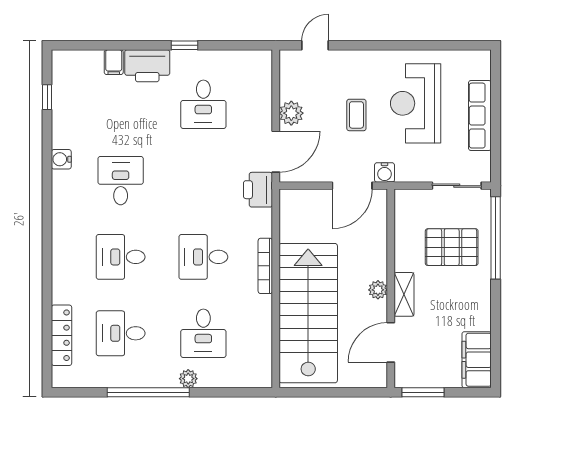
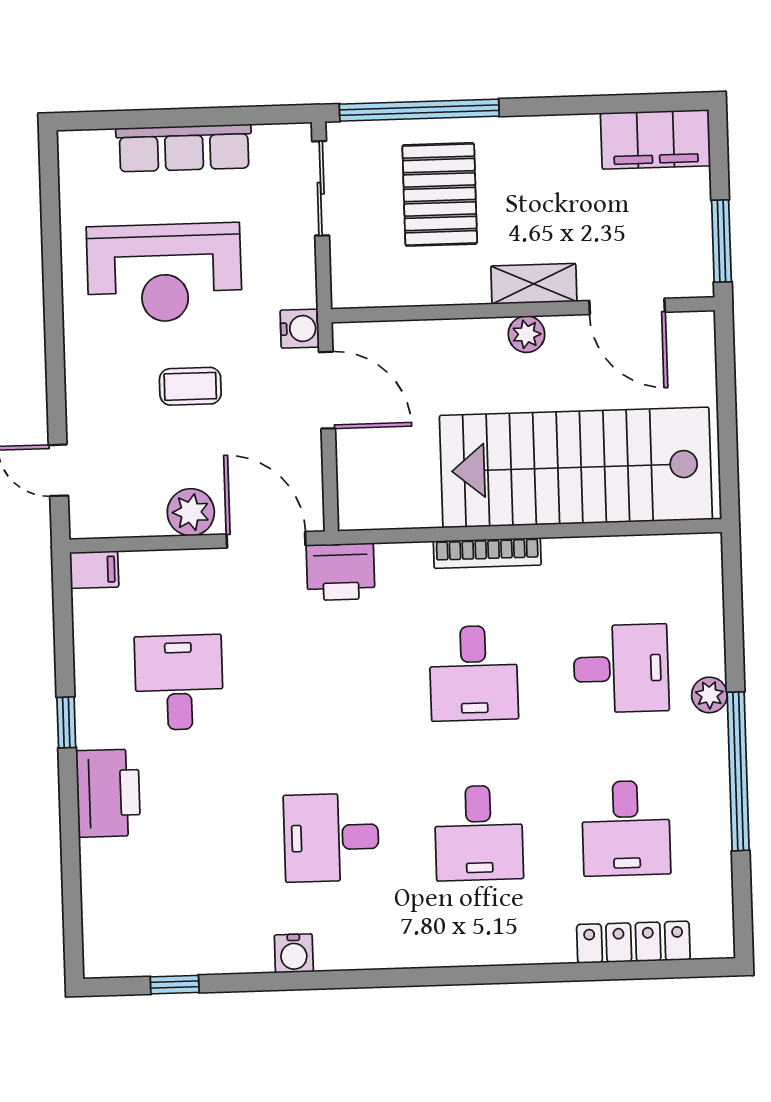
filing cabinet: (114, 62) -> (94, 570), moved
desk: (203, 104) -> (179, 682), turned -90

